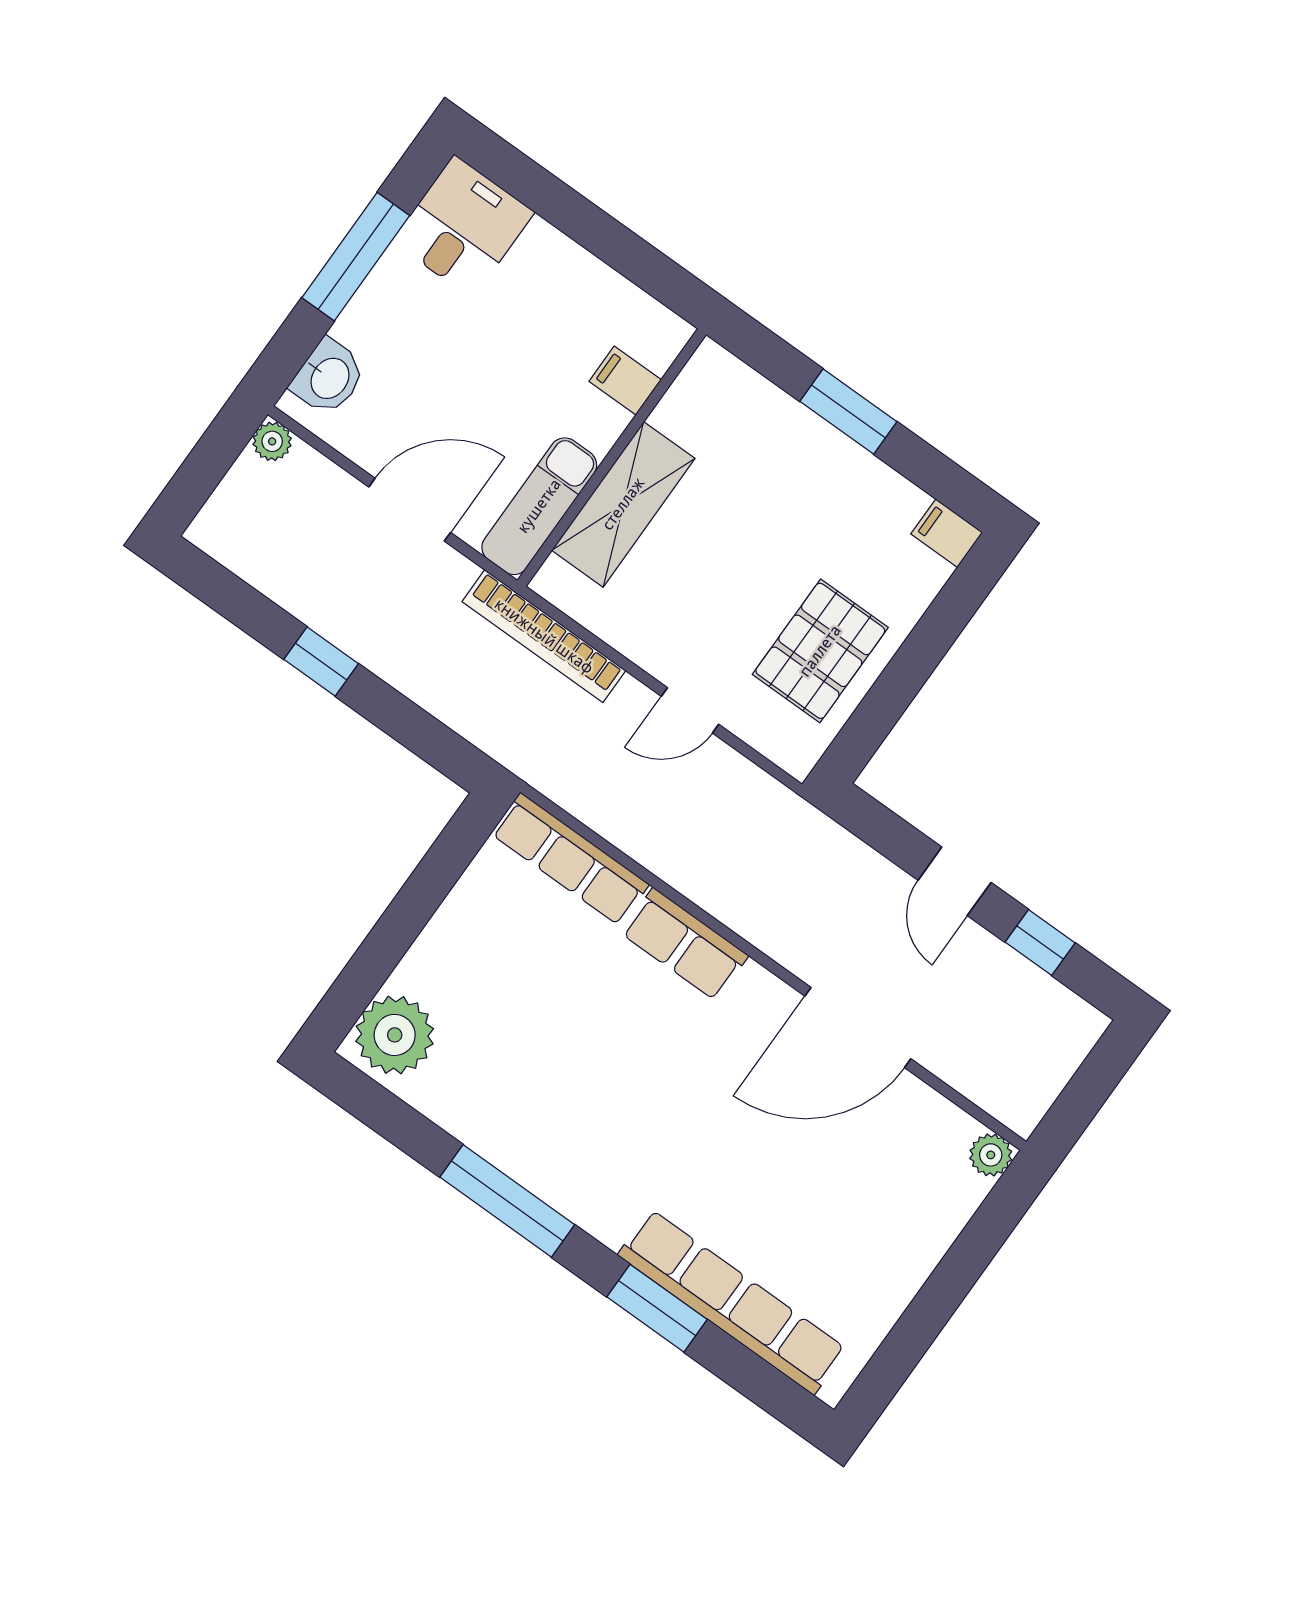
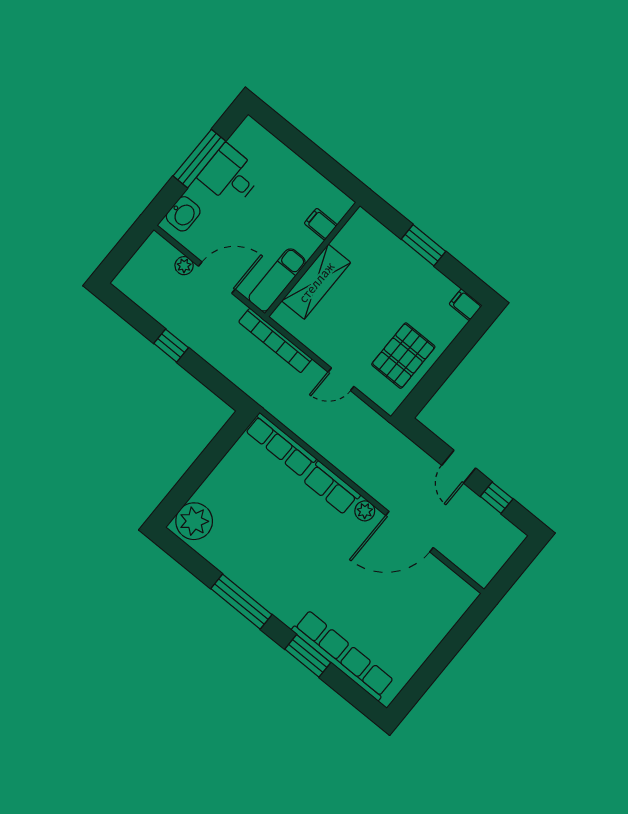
desk: (463, 227) -> (230, 175), moved, turned -90
plant: (272, 441) -> (184, 266), moved
plant: (991, 1155) -> (365, 511), moved

